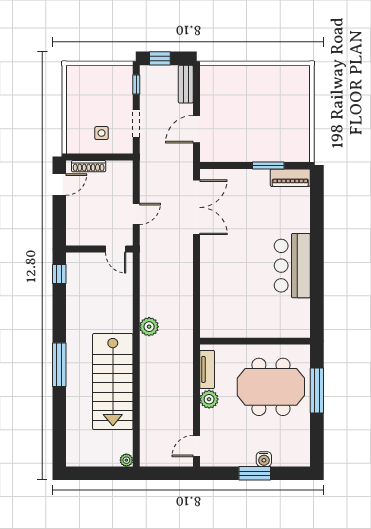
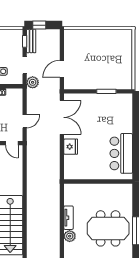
bench: (186, 84) -> (31, 41), moved
piano: (290, 178) -> (120, 99), removed
fridge: (211, 255) -> (71, 147), added
plant: (149, 327) -> (33, 82), moved
wall: (255, 341) -> (98, 181), moved

